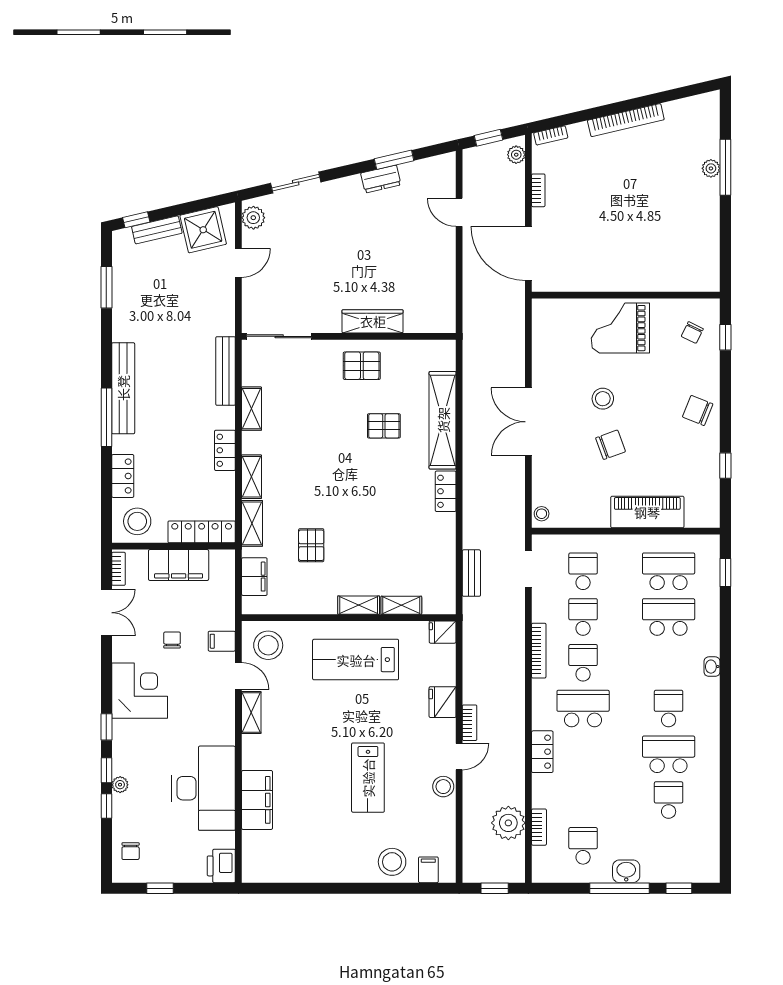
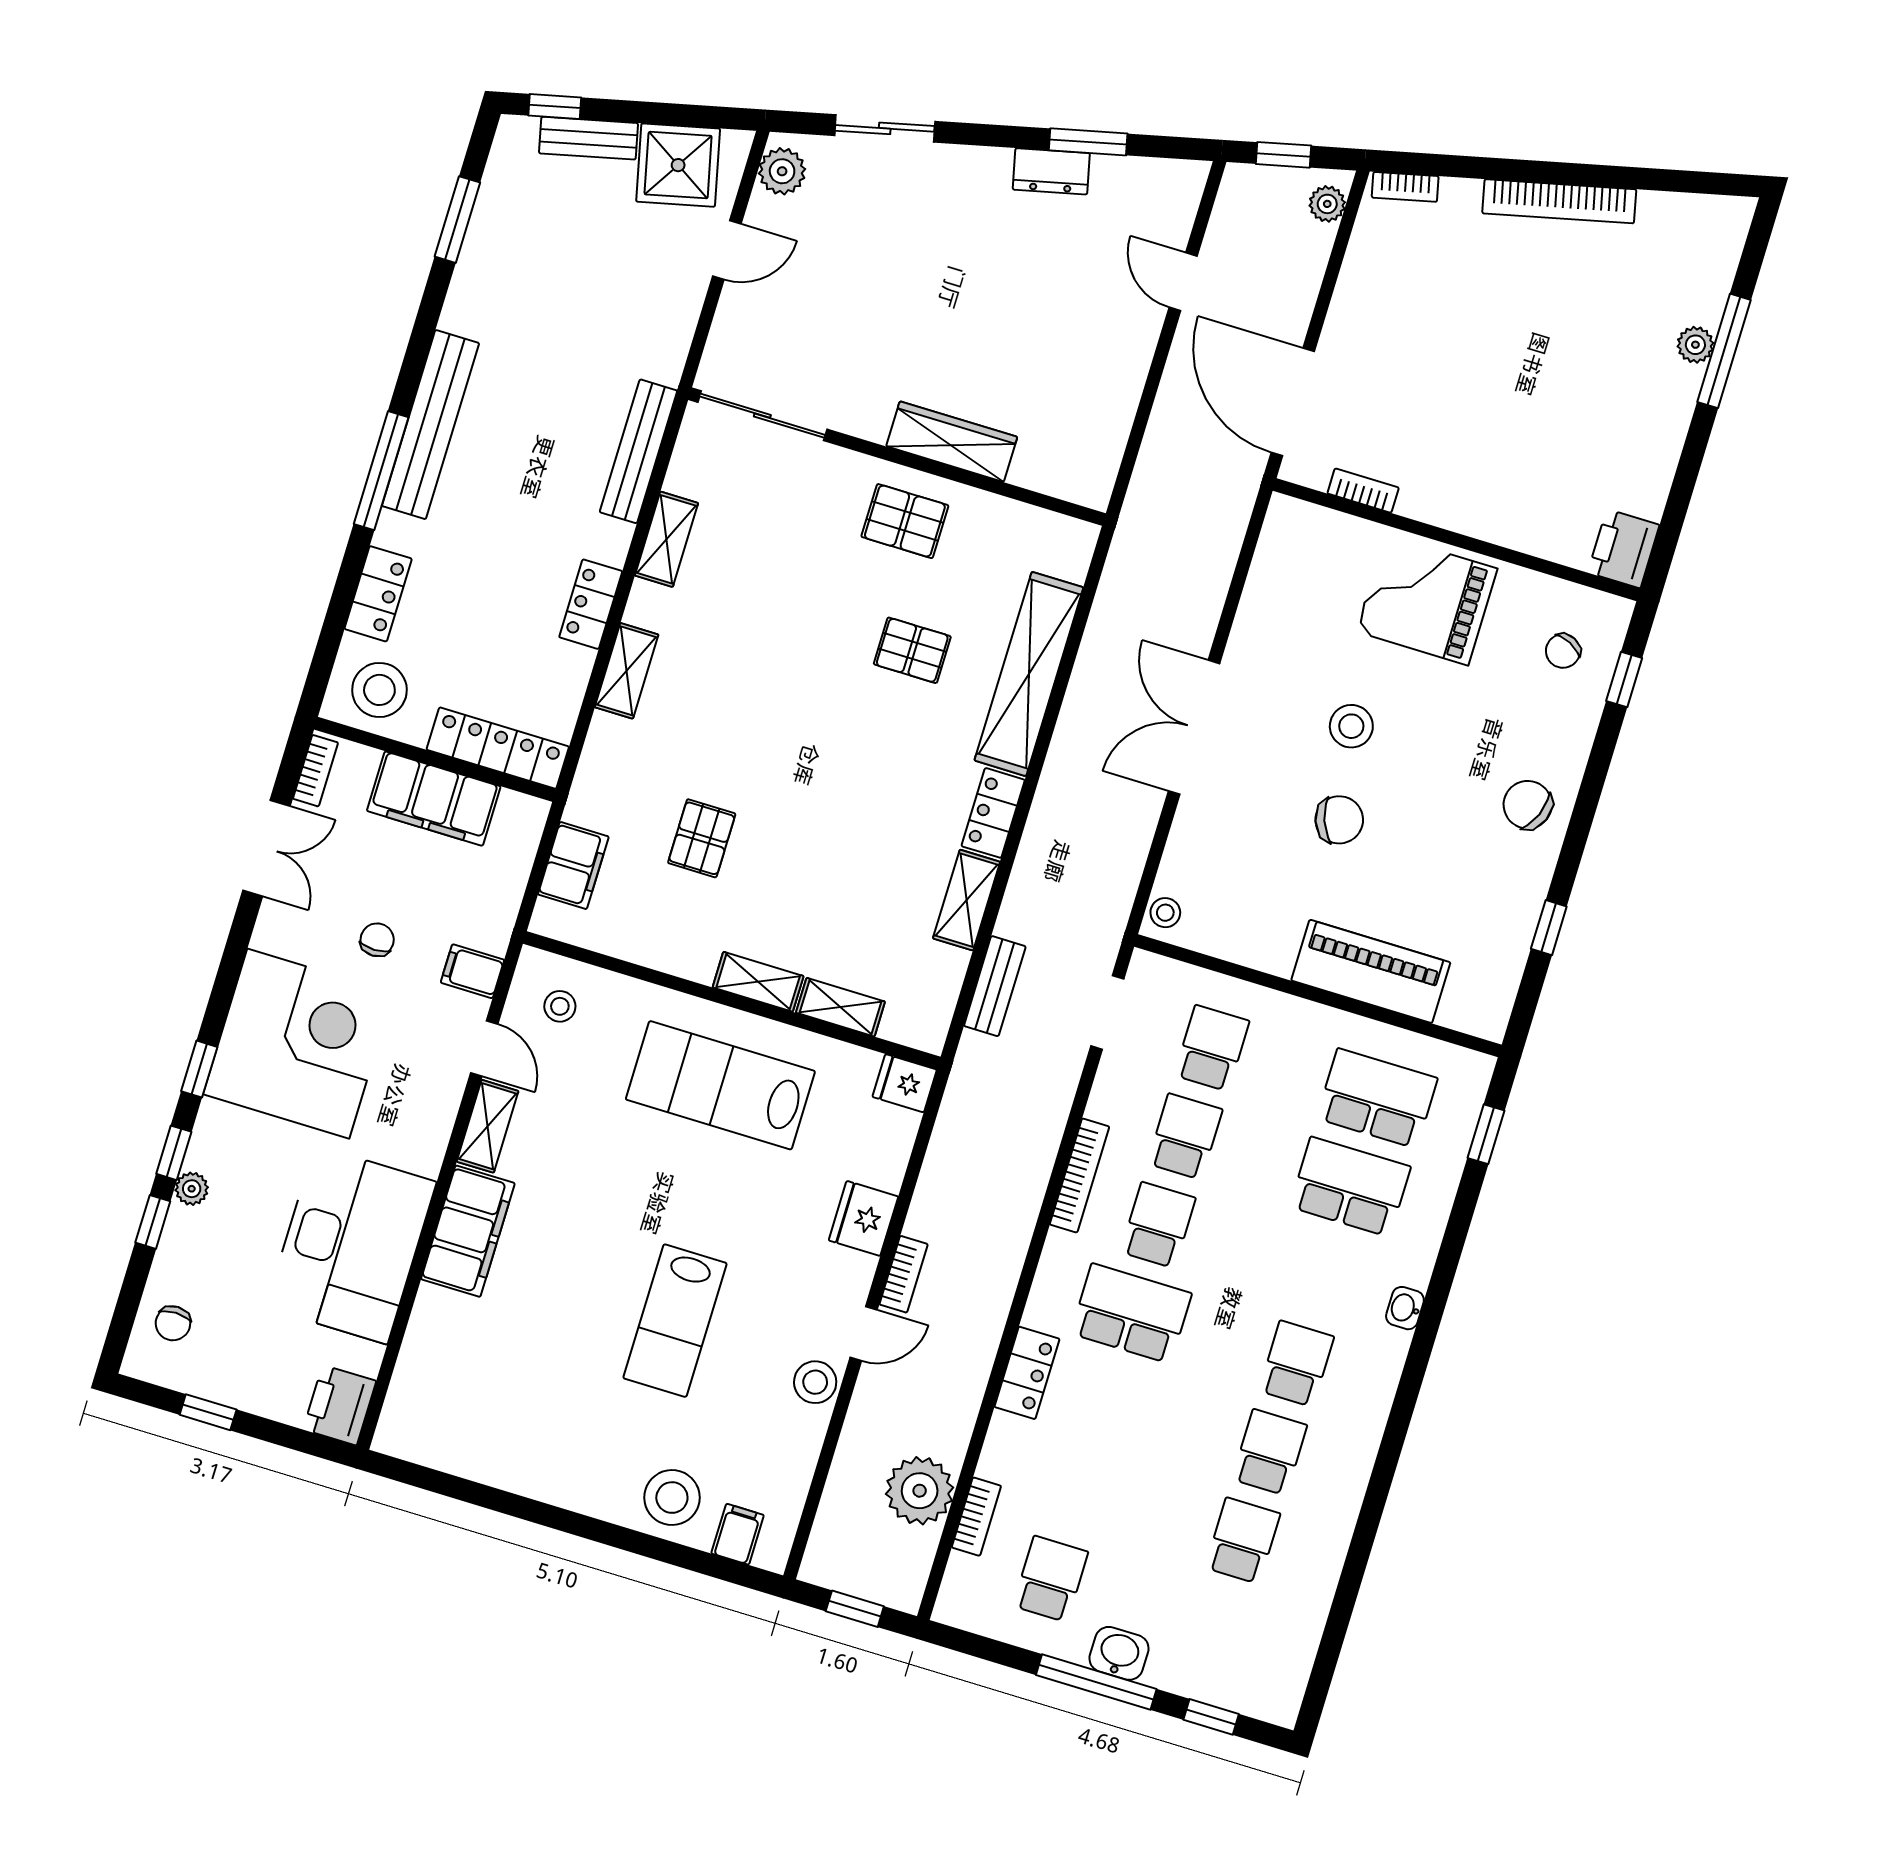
bookcase: (538, 190) -> (1363, 491), moved, turned -90
printer: (706, 275) -> (1624, 549), added
shelving: (252, 523) -> (967, 900), moved
stool: (268, 645) -> (560, 1006), width x0.53, depth x0.53
corner desk: (140, 691) -> (298, 1044), width x1.36, depth x1.36
school desk: (669, 754) -> (1270, 1452), width x0.54
filing cabinet: (257, 800) -> (468, 1231), moved

